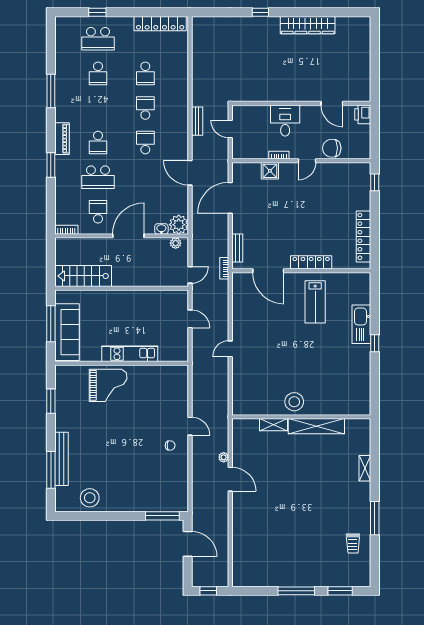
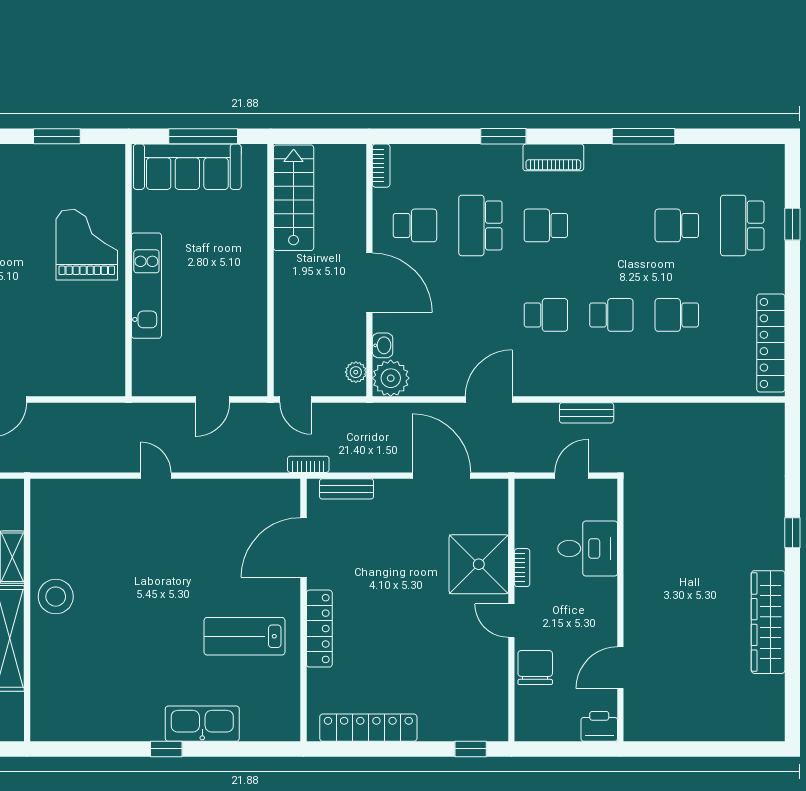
desk: (285, 120) -> (588, 549), moved
shower: (270, 171) -> (479, 564), width x1.86, depth x1.86
grand piano: (108, 385) -> (87, 245), turned 180

